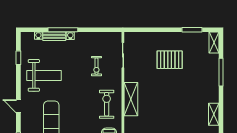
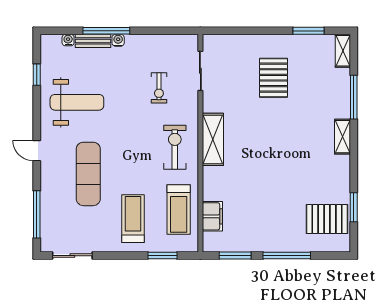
pallet: (170, 60) -> (273, 78), turned 90
shelving: (214, 114) -> (342, 137), moved

